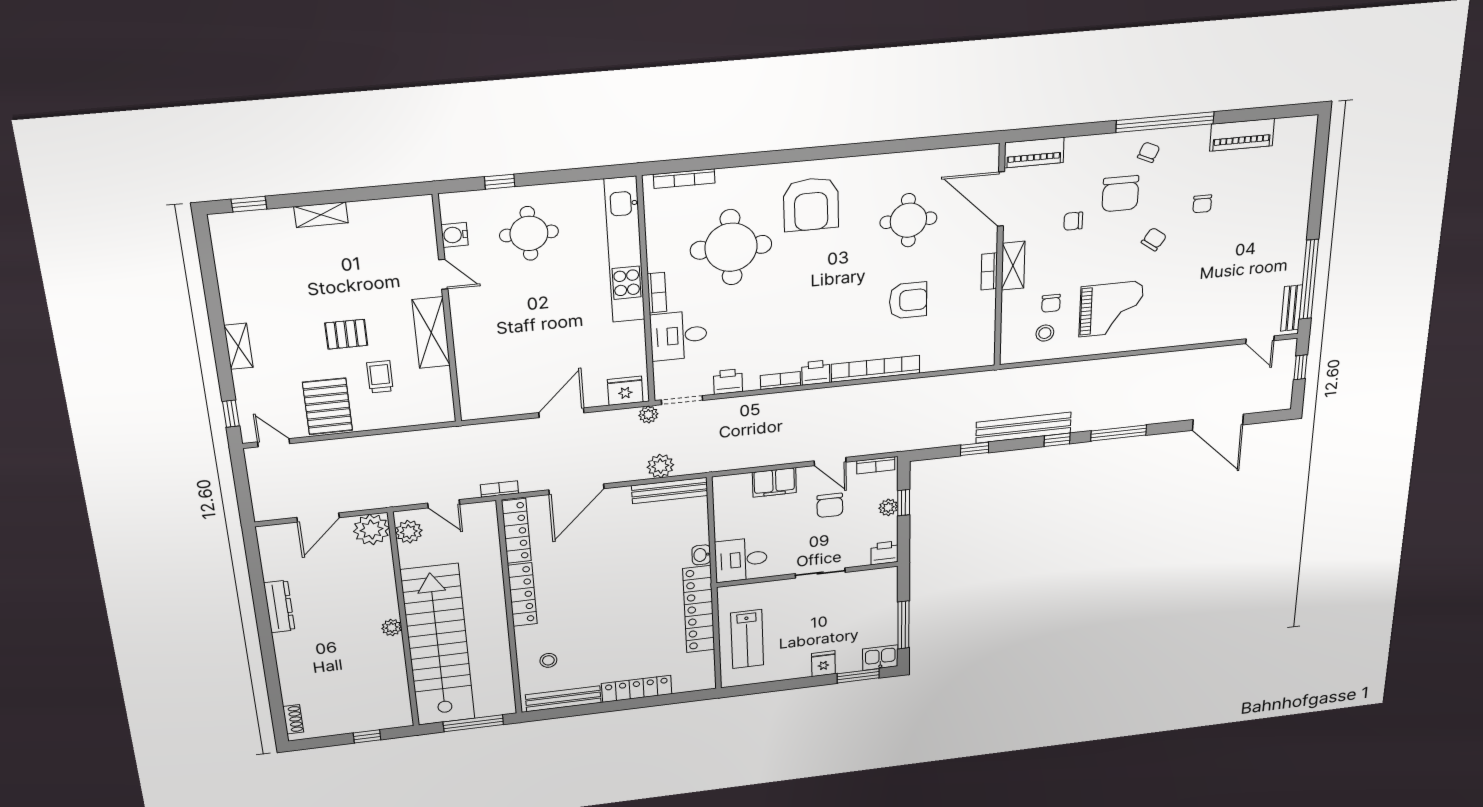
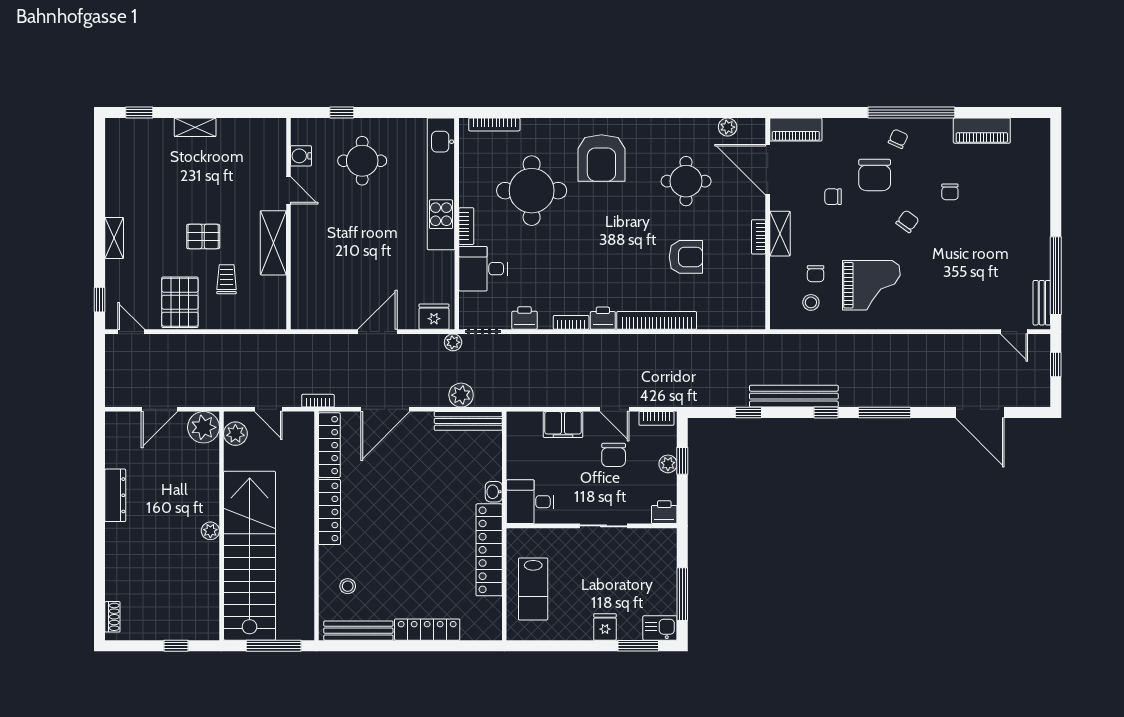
plant: (956, 157) -> (728, 127), added

